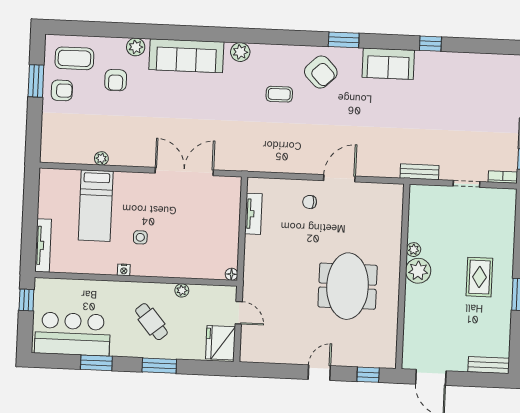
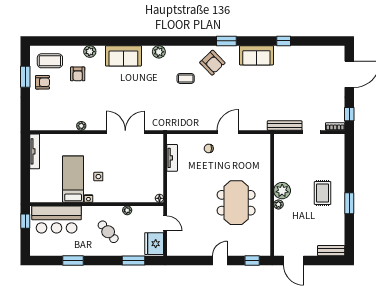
sofa: (186, 56) -> (123, 56), width x0.73
plant: (101, 158) -> (81, 126), moved
bench: (419, 172) -> (285, 126), width x1.36
bed: (96, 206) -> (73, 179), moved, turned 180
tv unit: (43, 246) -> (35, 151), moved
plant: (414, 250) -> (278, 204), moved
bar counter: (72, 334) -> (57, 219), moved, turned 180
window: (159, 366) -> (134, 260), moved

